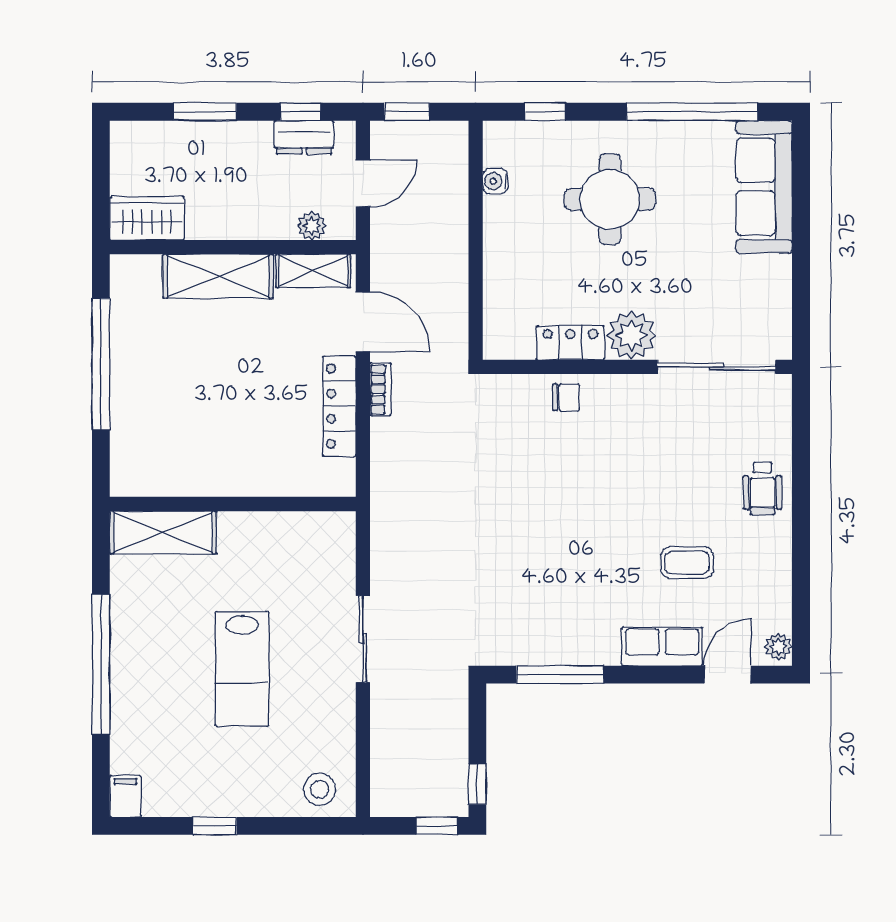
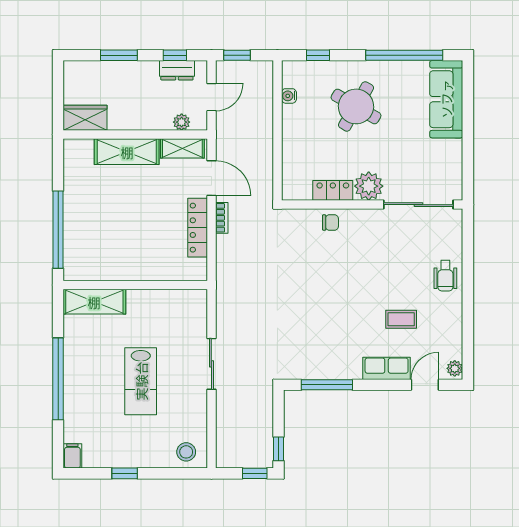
round table: (610, 199) -> (356, 106), turned 30
window: (101, 364) -> (58, 230), moved

